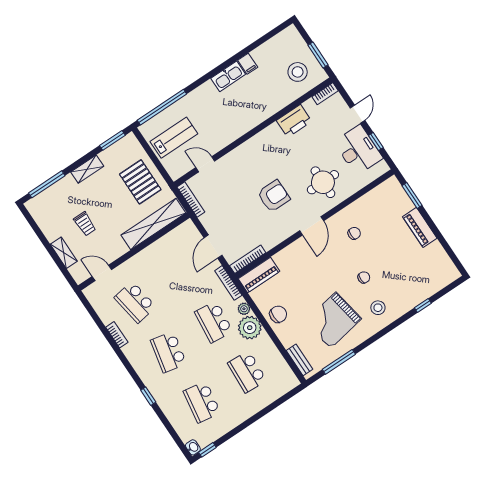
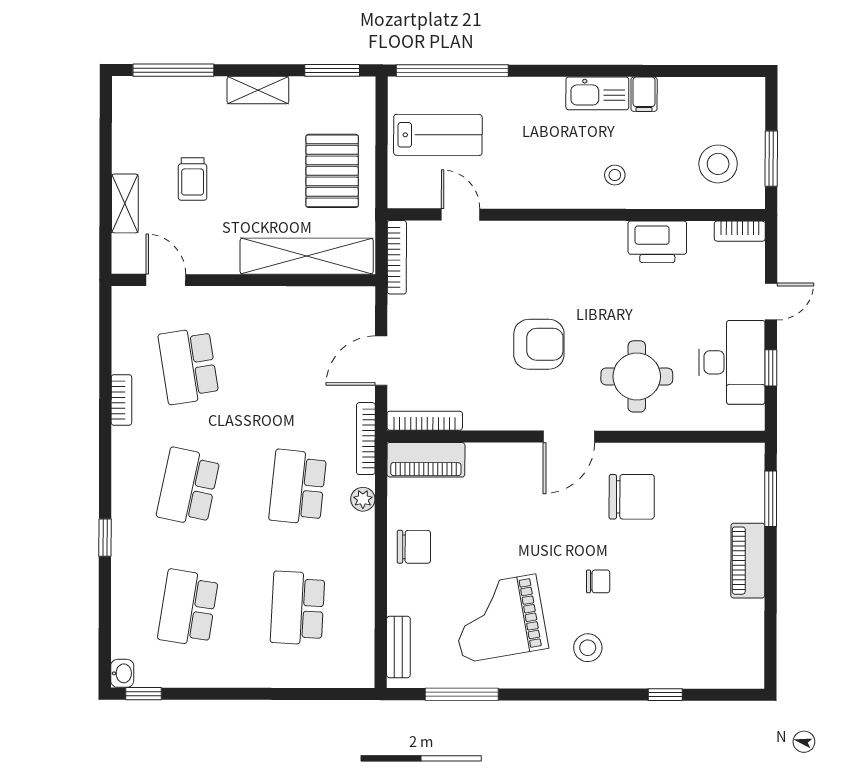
stool: (258, 105) -> (615, 175), added
chair: (354, 233) -> (632, 497), width x1.87, depth x1.87
plant: (250, 328) -> (351, 537), removed

